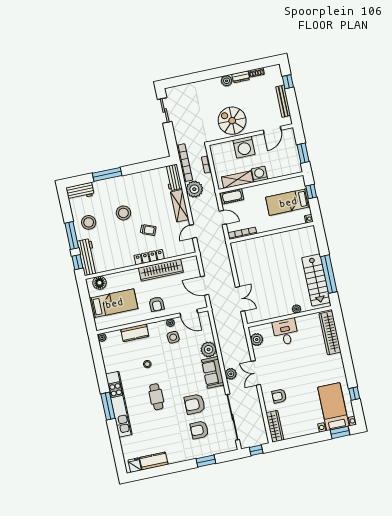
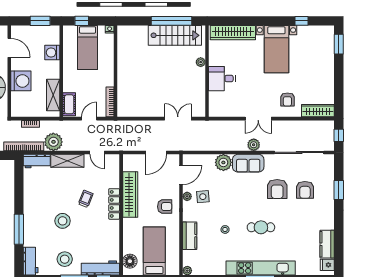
washing machine: (259, 174) -> (52, 52), moved
plant: (257, 340) -> (224, 110), removed
bed with nightstands: (333, 407) -> (276, 49), moved, turned -90

